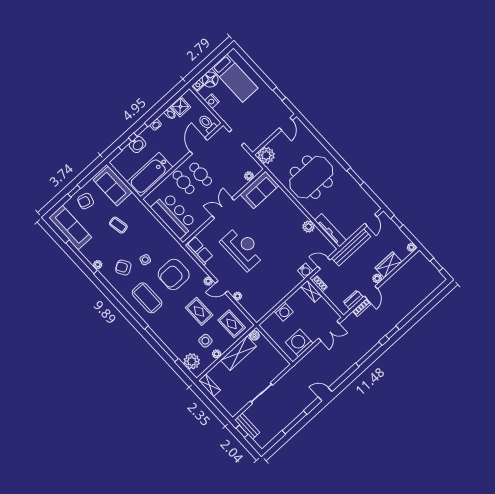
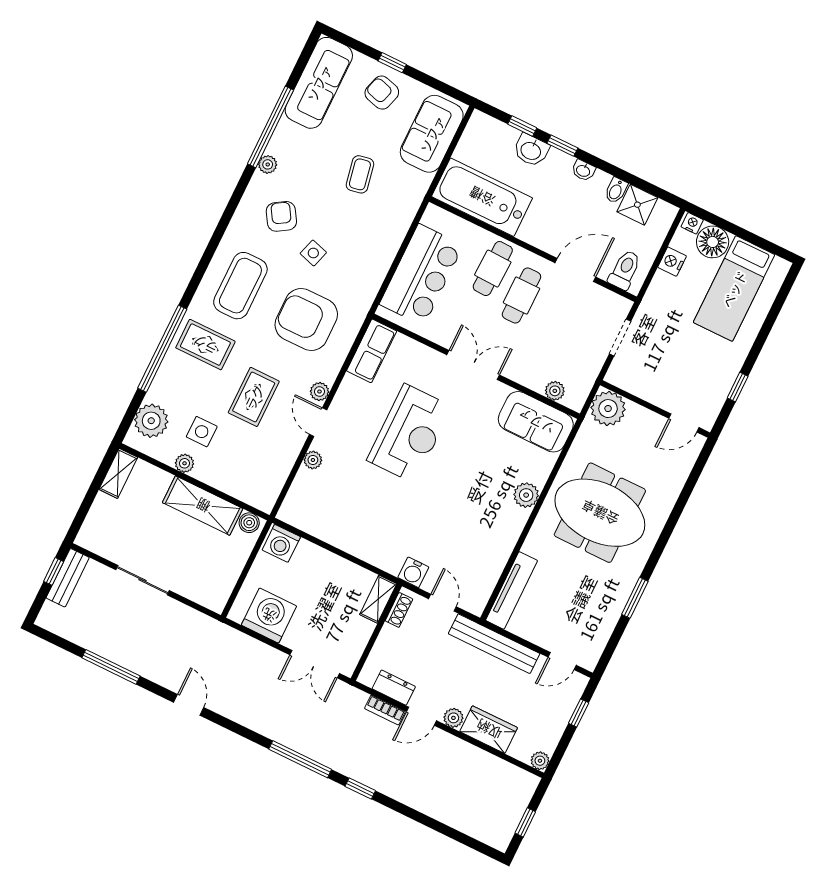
plant: (308, 227) -> (526, 495), moved
washing machine: (284, 311) -> (281, 543), moved
rug: (232, 324) -> (205, 345), moved, turned 90

